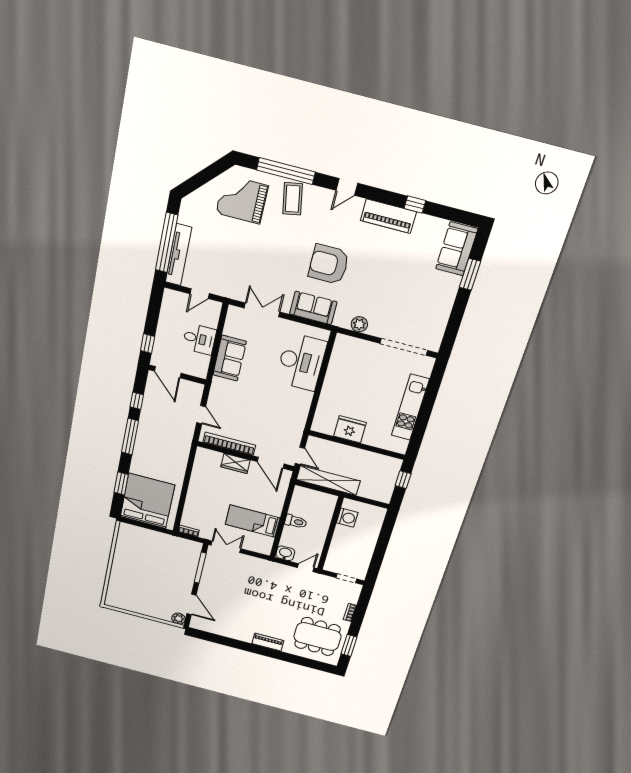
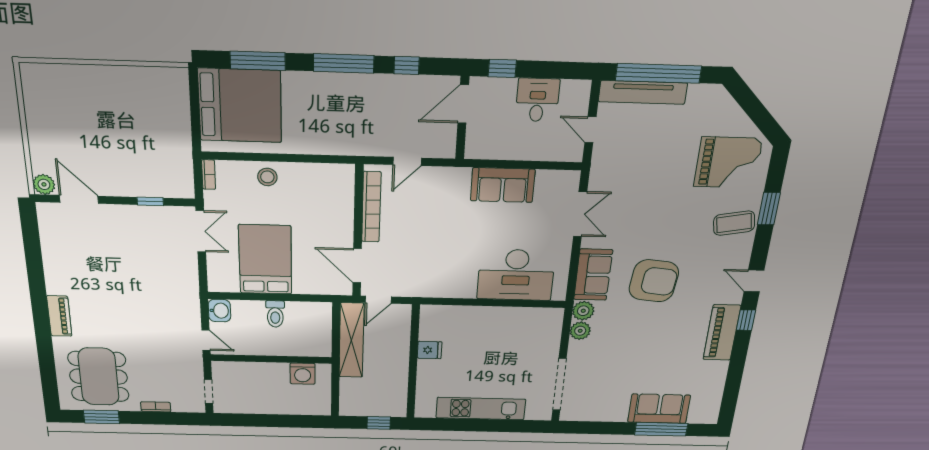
window: (286, 171) -> (769, 209), width x0.47
grand piano: (242, 199) -> (728, 162), turned 90
window: (415, 205) -> (746, 320), moved
sofa: (457, 249) -> (659, 409), moved
armchair: (329, 264) -> (654, 281), turned 96
window: (470, 274) -> (661, 429), width x1.44
plant: (342, 319) -> (583, 311), added
desk: (199, 339) -> (537, 100), moved, turned 180
fridge: (350, 429) -> (430, 350), width x0.53, depth x0.75
wardrobe: (236, 463) -> (343, 221), removed
door: (271, 463) -> (357, 266), hinge flipped
window: (121, 484) -> (258, 61), width x1.44
stool: (196, 499) -> (267, 177), added
bed: (253, 521) -> (265, 260), width x1.50
window: (200, 568) -> (150, 201), width x0.46
door: (191, 604) -> (79, 199), swing flipped

